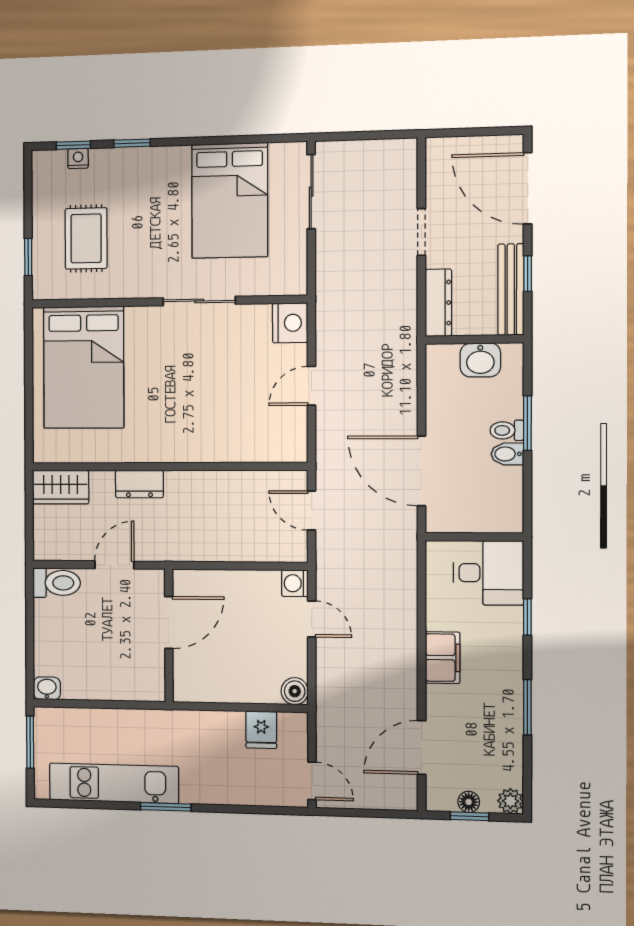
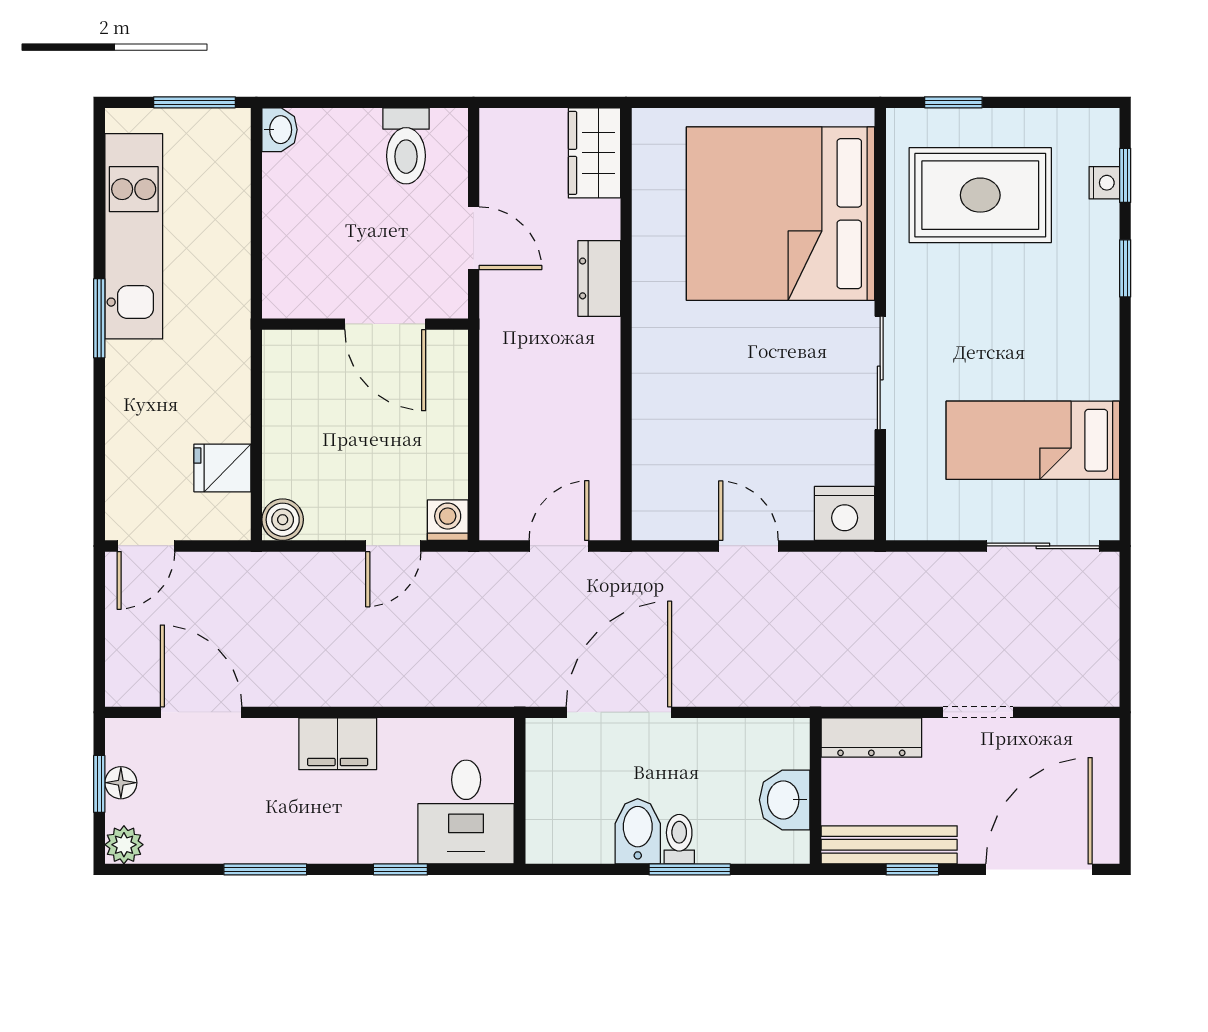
bed: (230, 201) -> (1033, 440), width x0.67
rug: (86, 238) -> (980, 195), width x1.36, depth x1.43
bed: (84, 367) -> (780, 214), width x1.36
bidet: (507, 454) -> (638, 831), width x1.38, depth x1.36
toilet: (57, 583) -> (406, 146), moved

